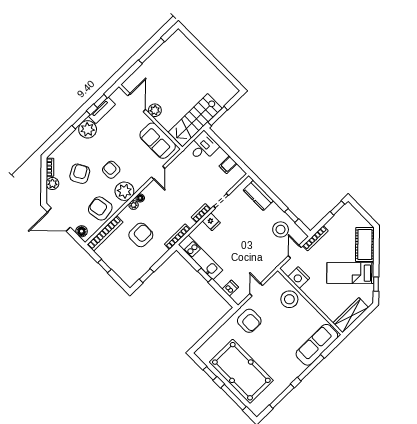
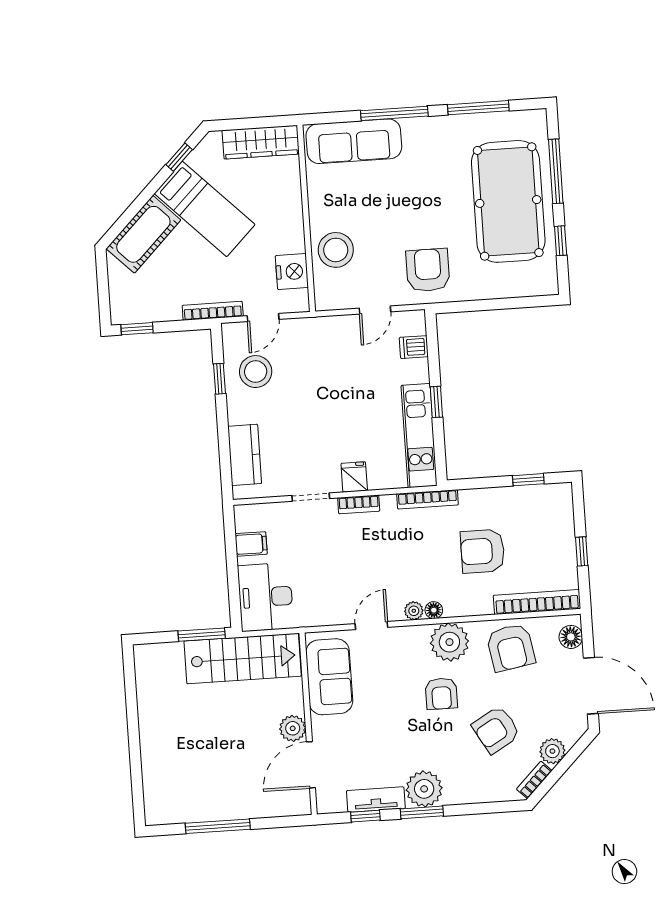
desk: (203, 147) -> (266, 597), width x1.37
plant: (134, 205) -> (414, 611), moved

